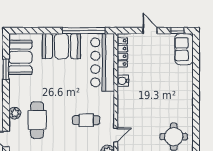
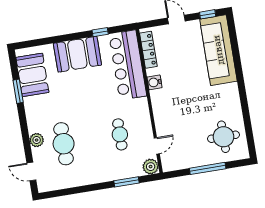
window: (84, 31) -> (100, 32), width x0.32
sofa: (184, 49) -> (218, 50), width x1.85, depth x1.27
cafe table: (86, 120) -> (120, 134), turned 90

